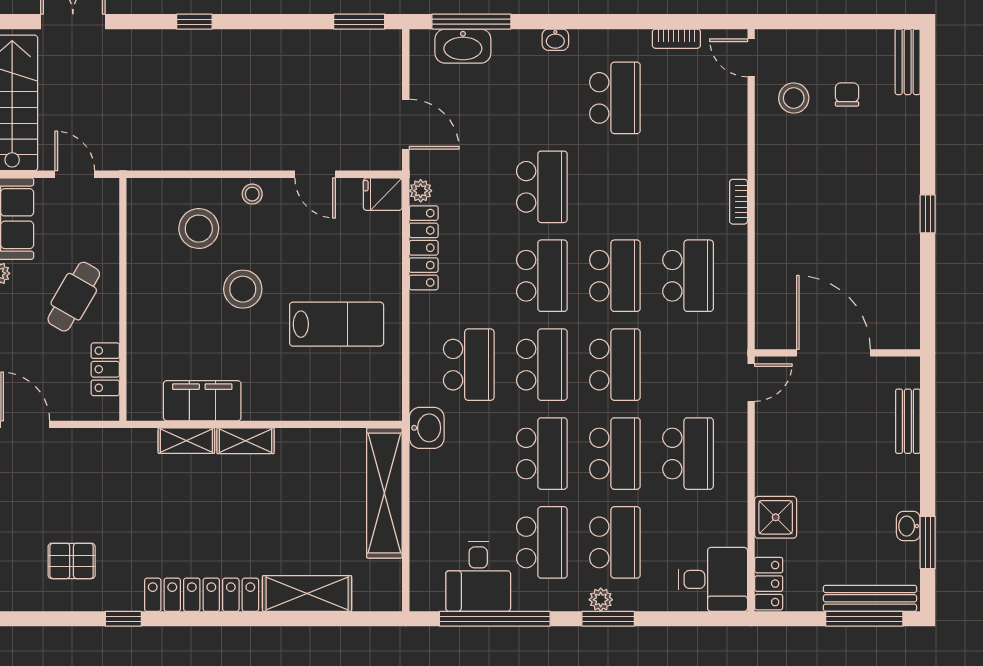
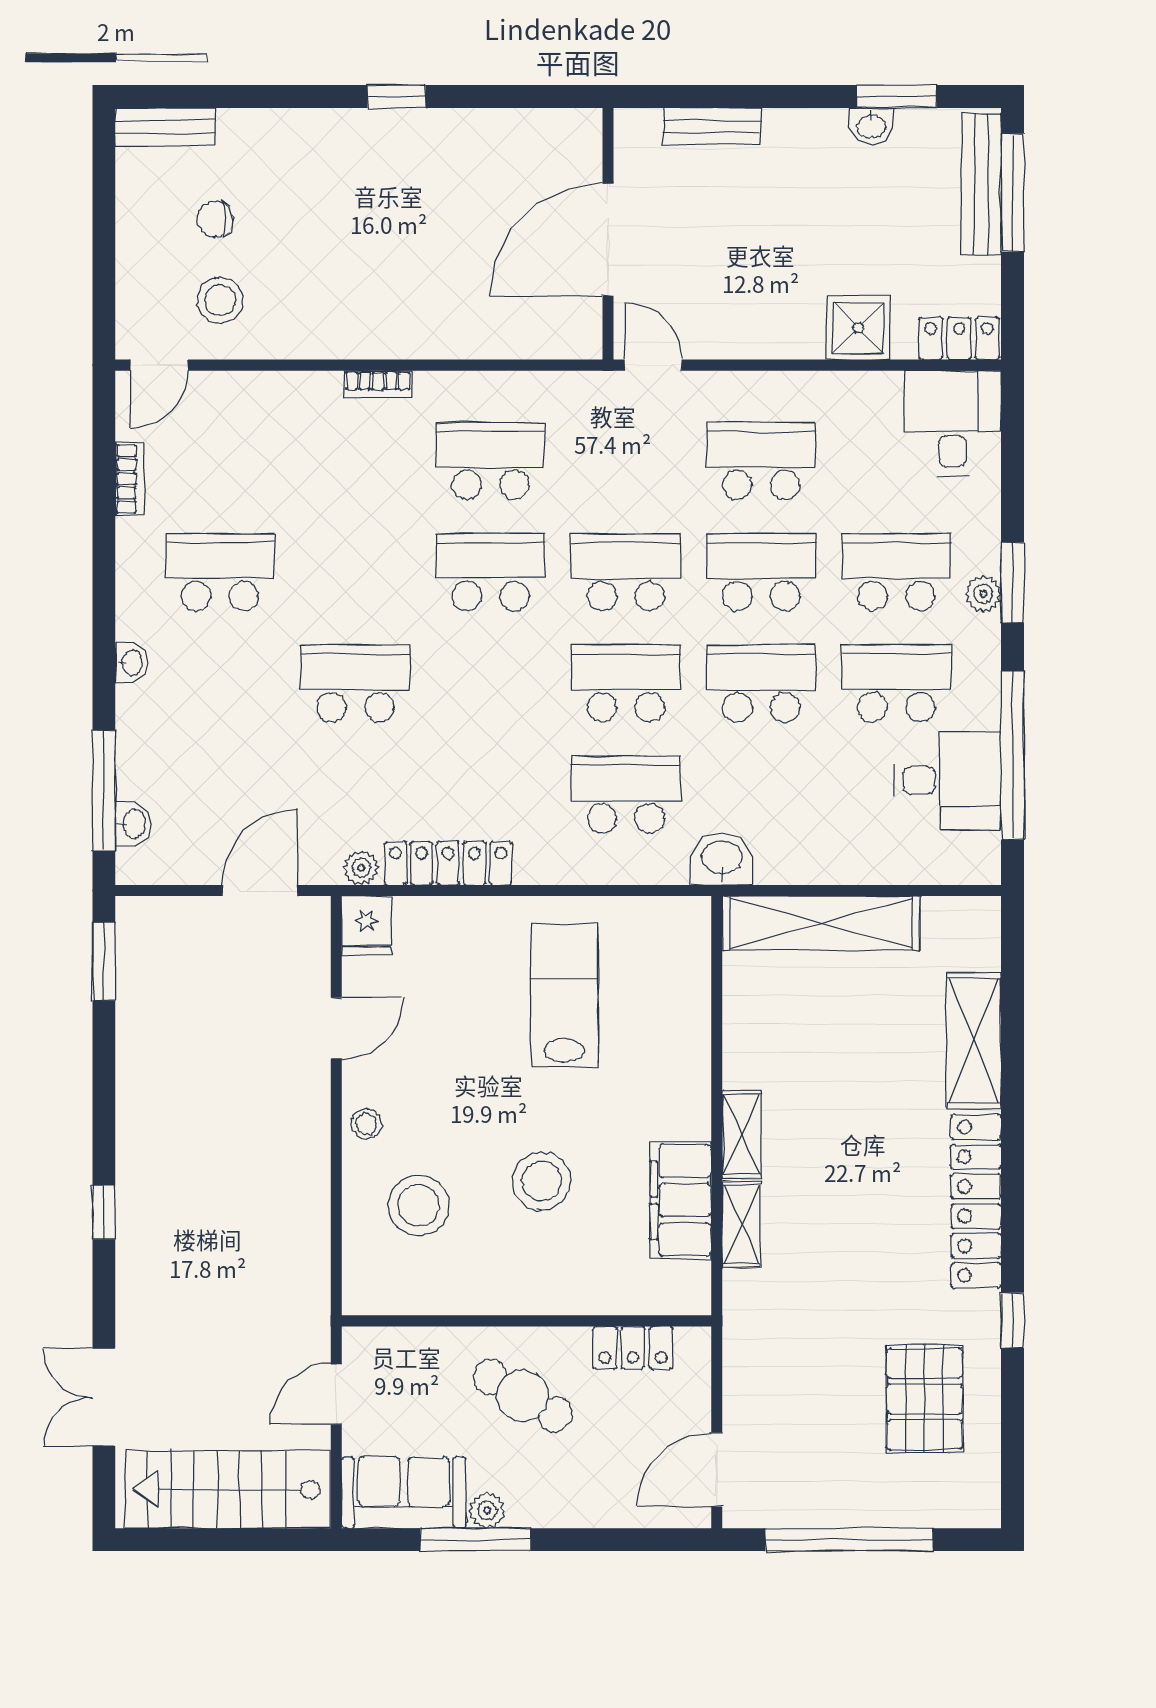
washbasin: (463, 46) -> (133, 824), width x0.52, depth x0.69
school desk: (542, 276) -> (491, 683), removed
stool: (243, 289) -> (541, 1181), moved
pallet: (72, 561) -> (924, 1399), width x1.50, depth x1.42

